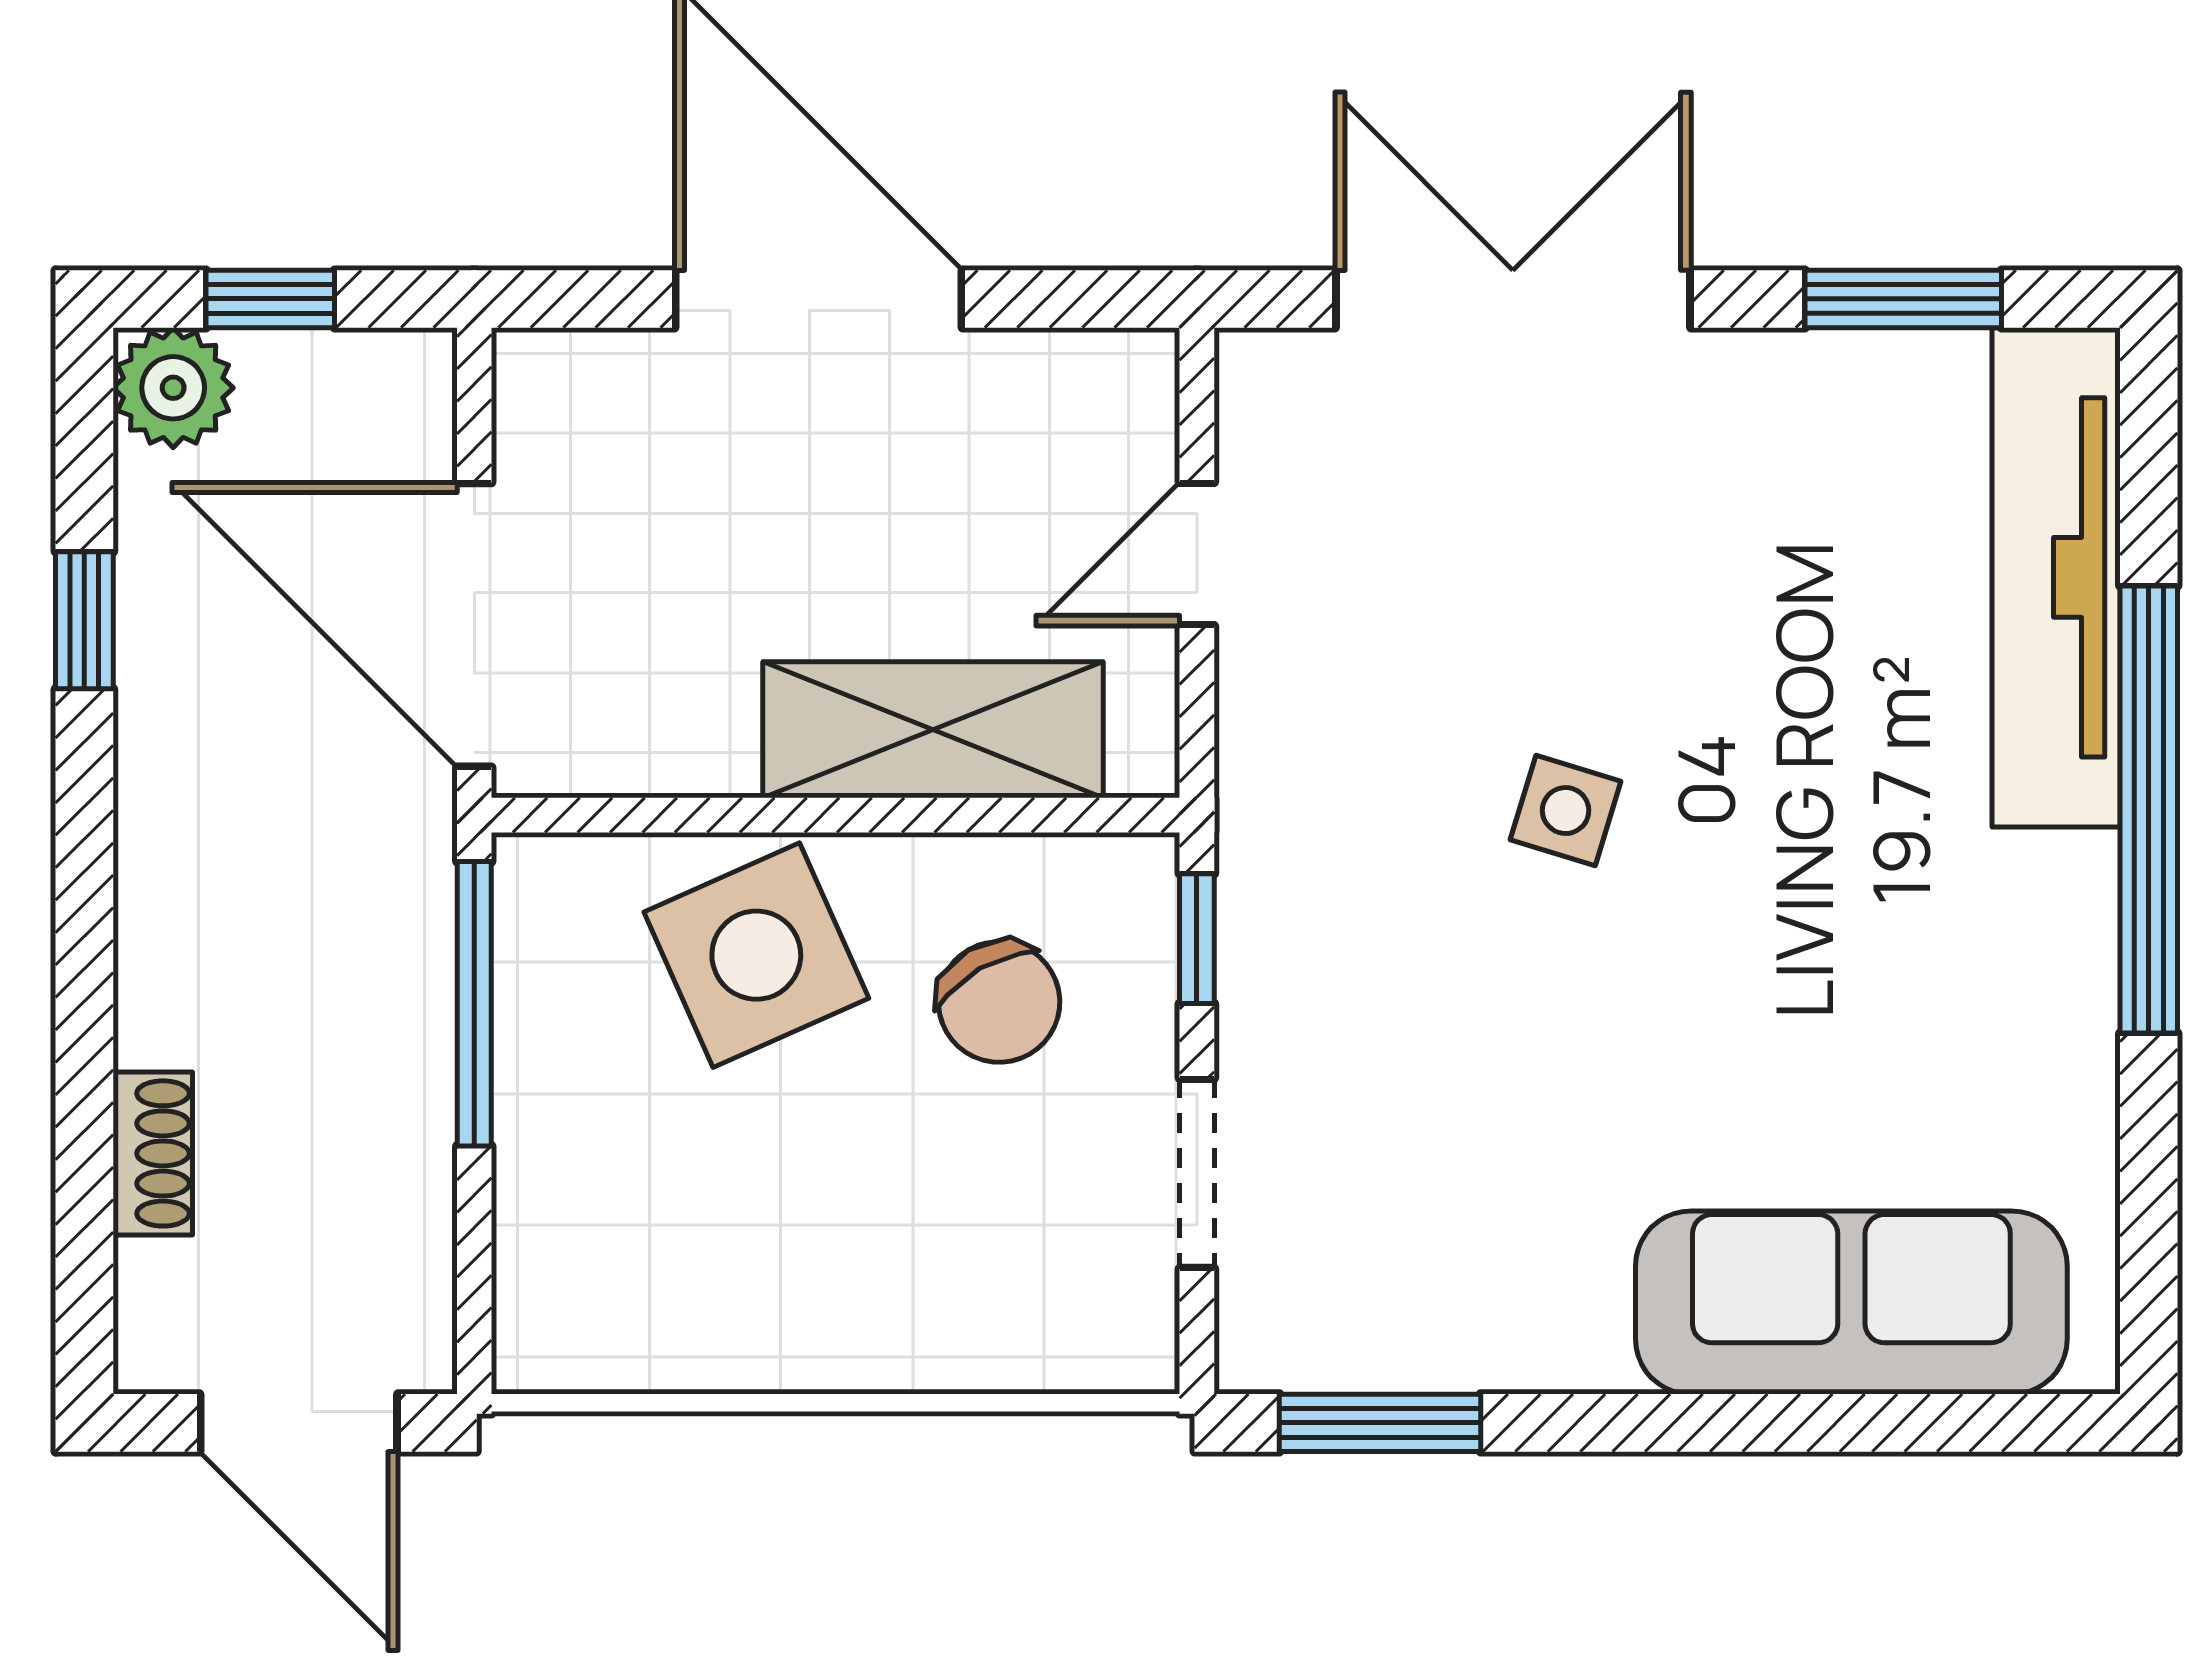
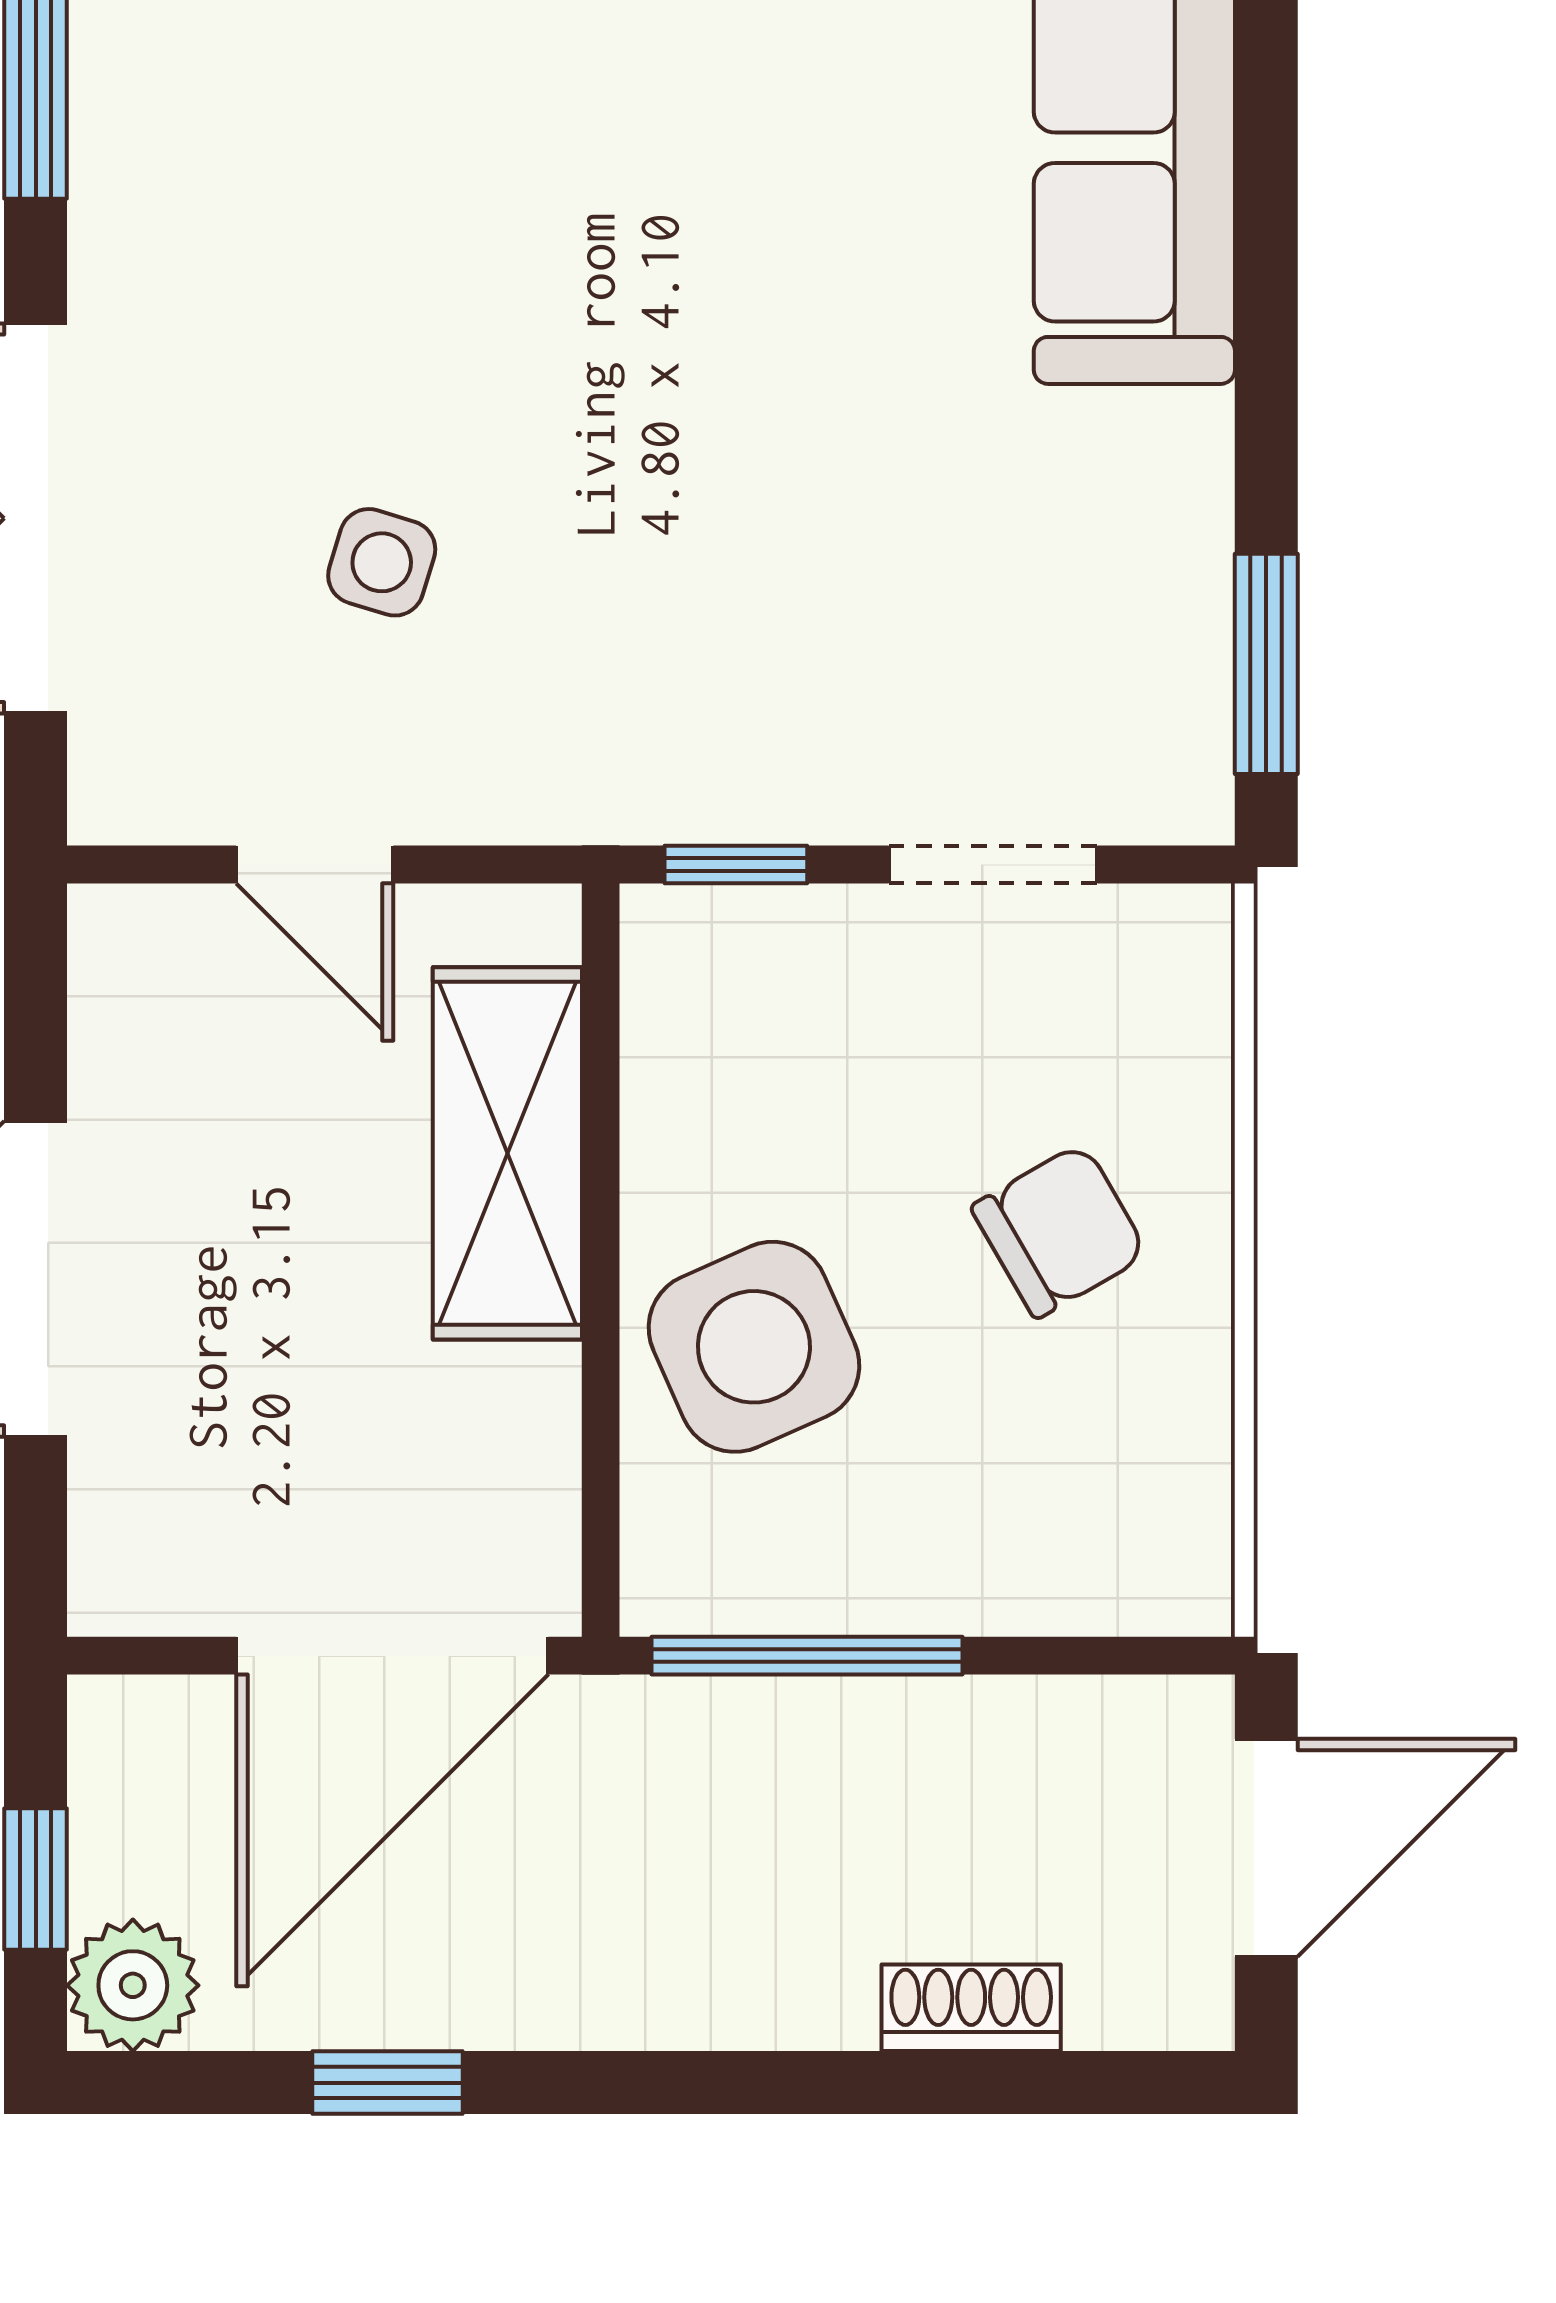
side table: (1566, 811) -> (382, 562), moved
chair: (999, 1002) -> (1060, 1231), moved

